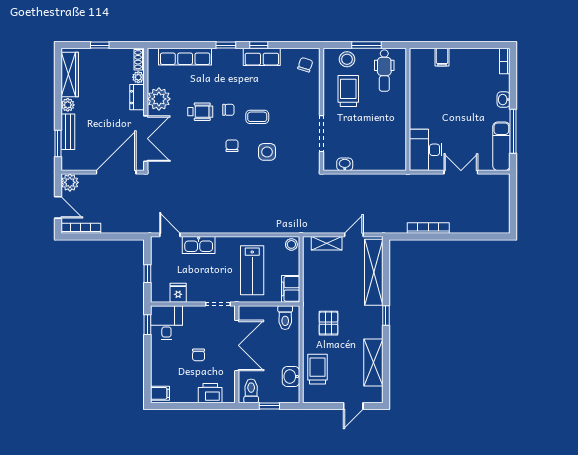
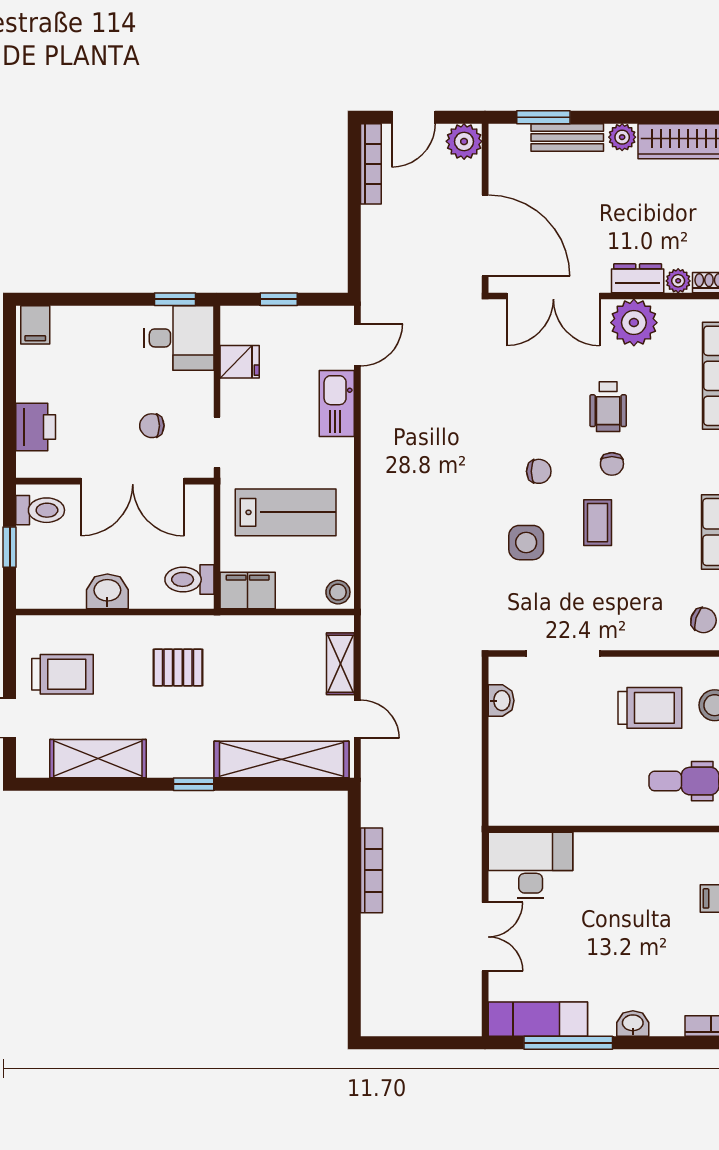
lab bench: (252, 270) -> (286, 512), turned 180
chair: (199, 355) -> (152, 426), moved
trolley: (317, 369) -> (62, 674), moved
washbasin: (291, 377) -> (107, 591), moved

